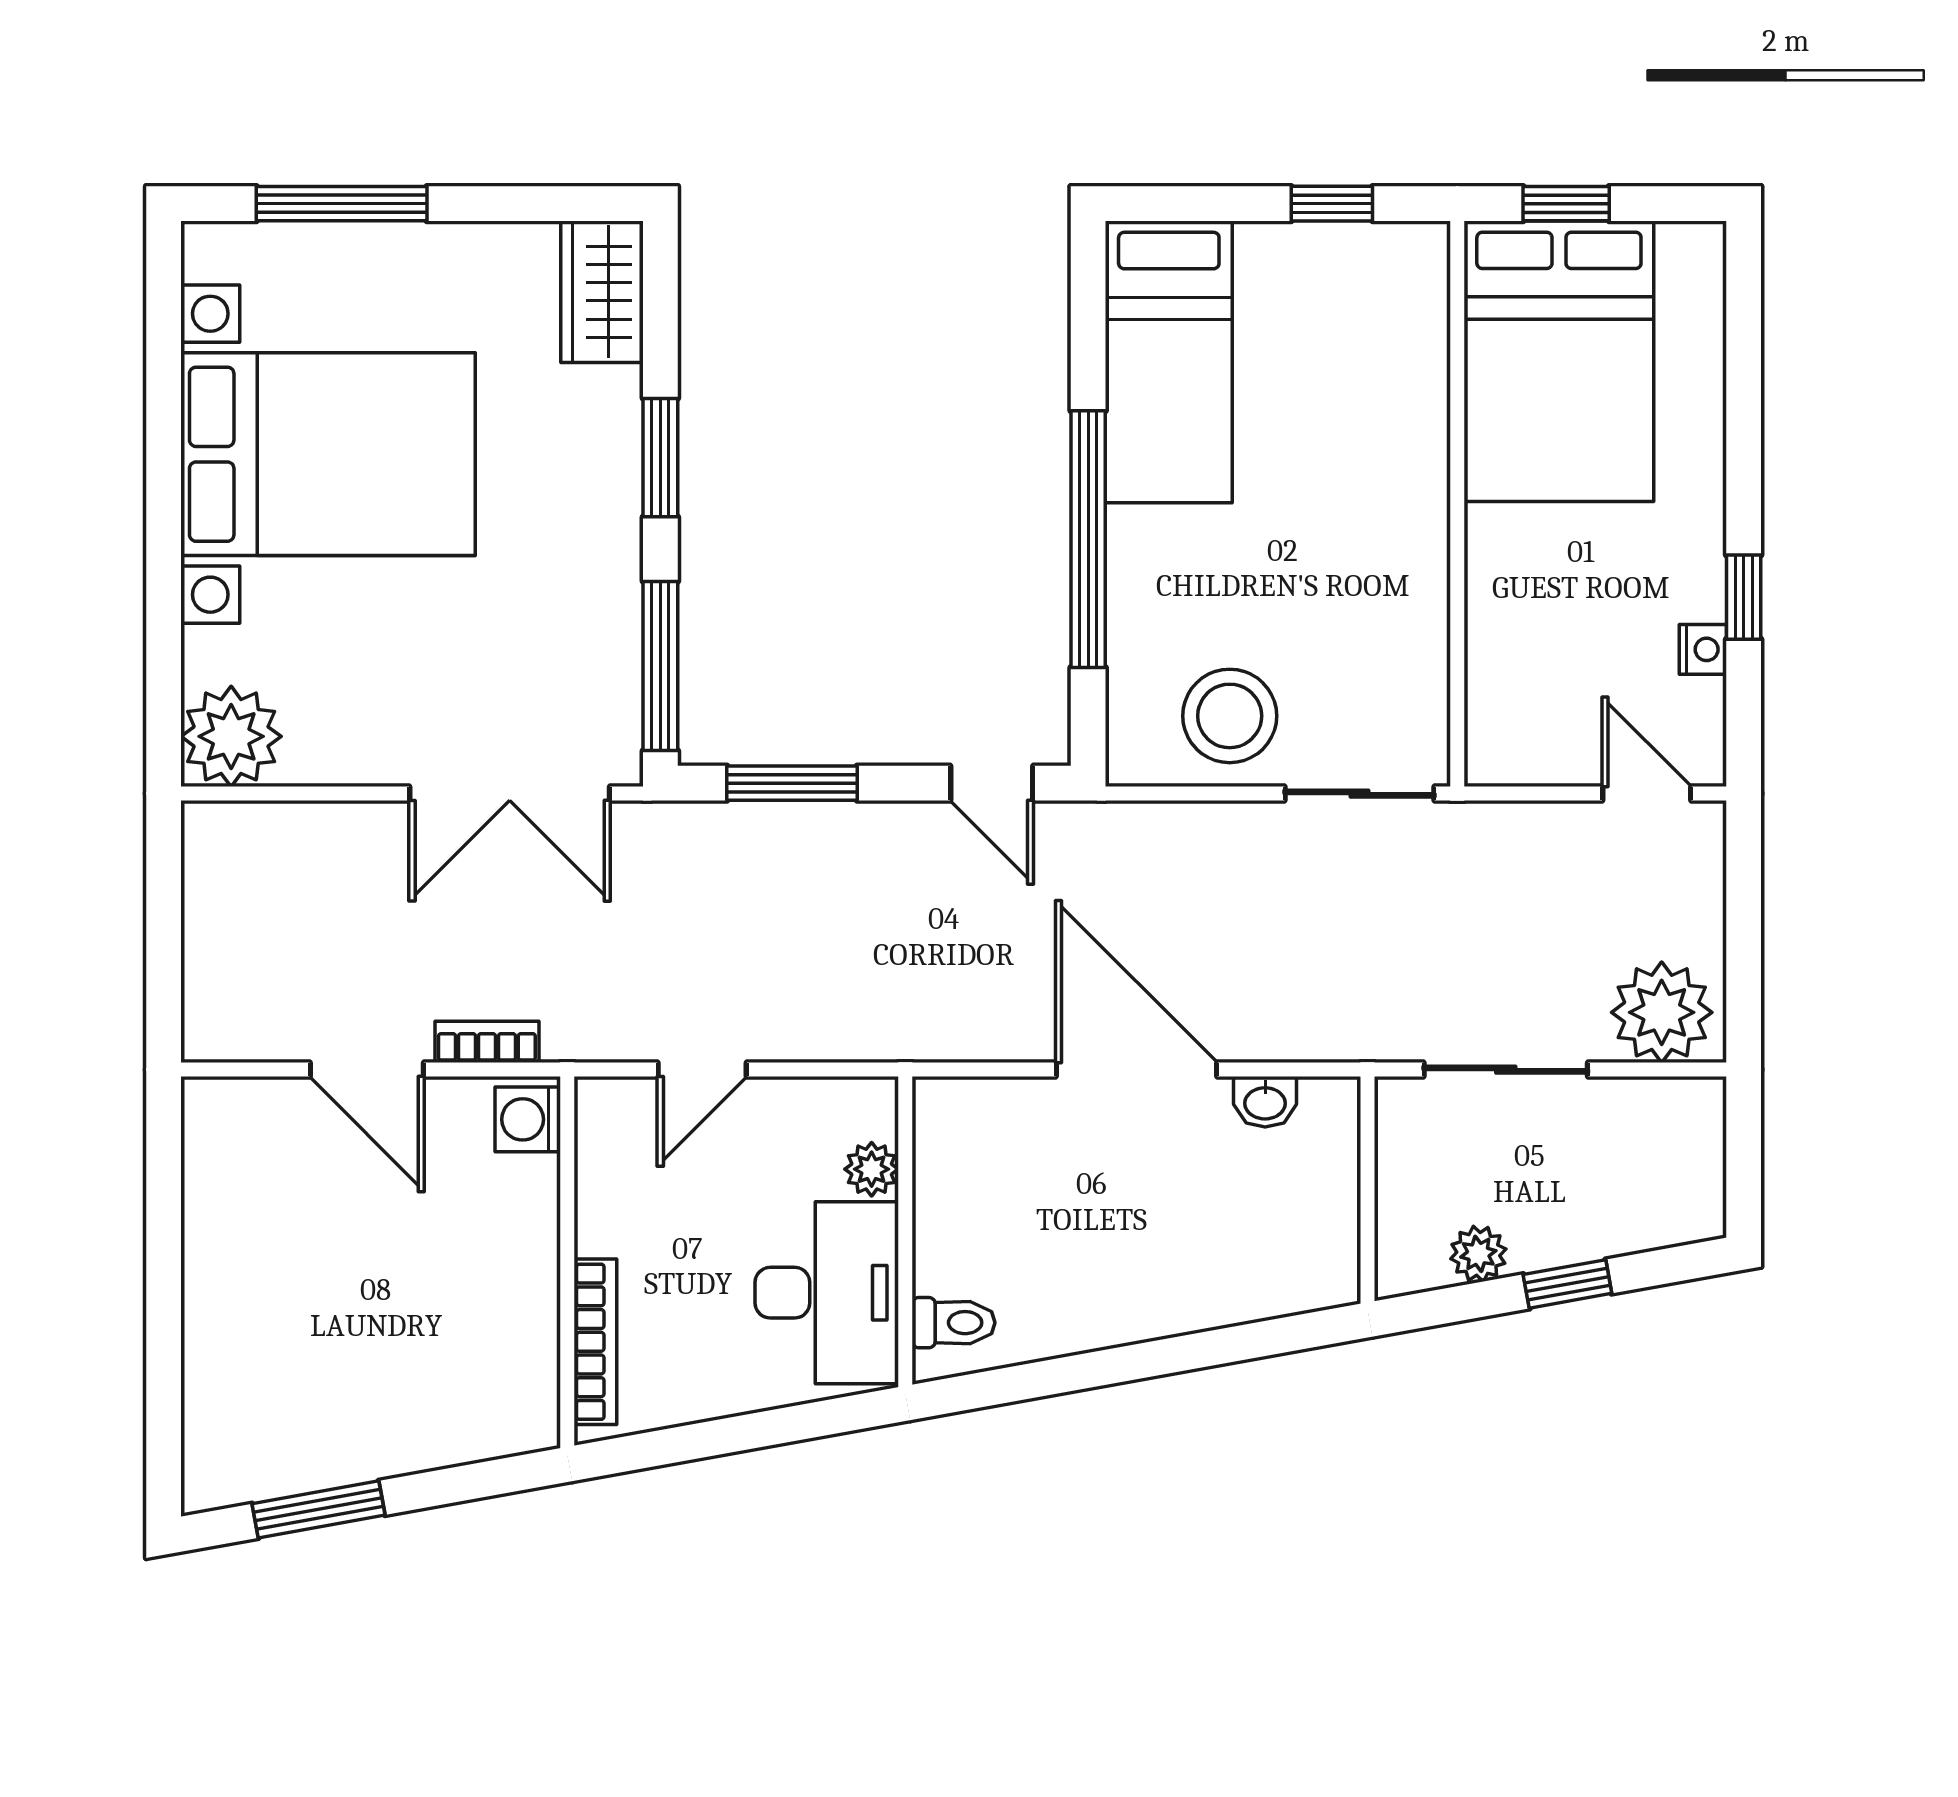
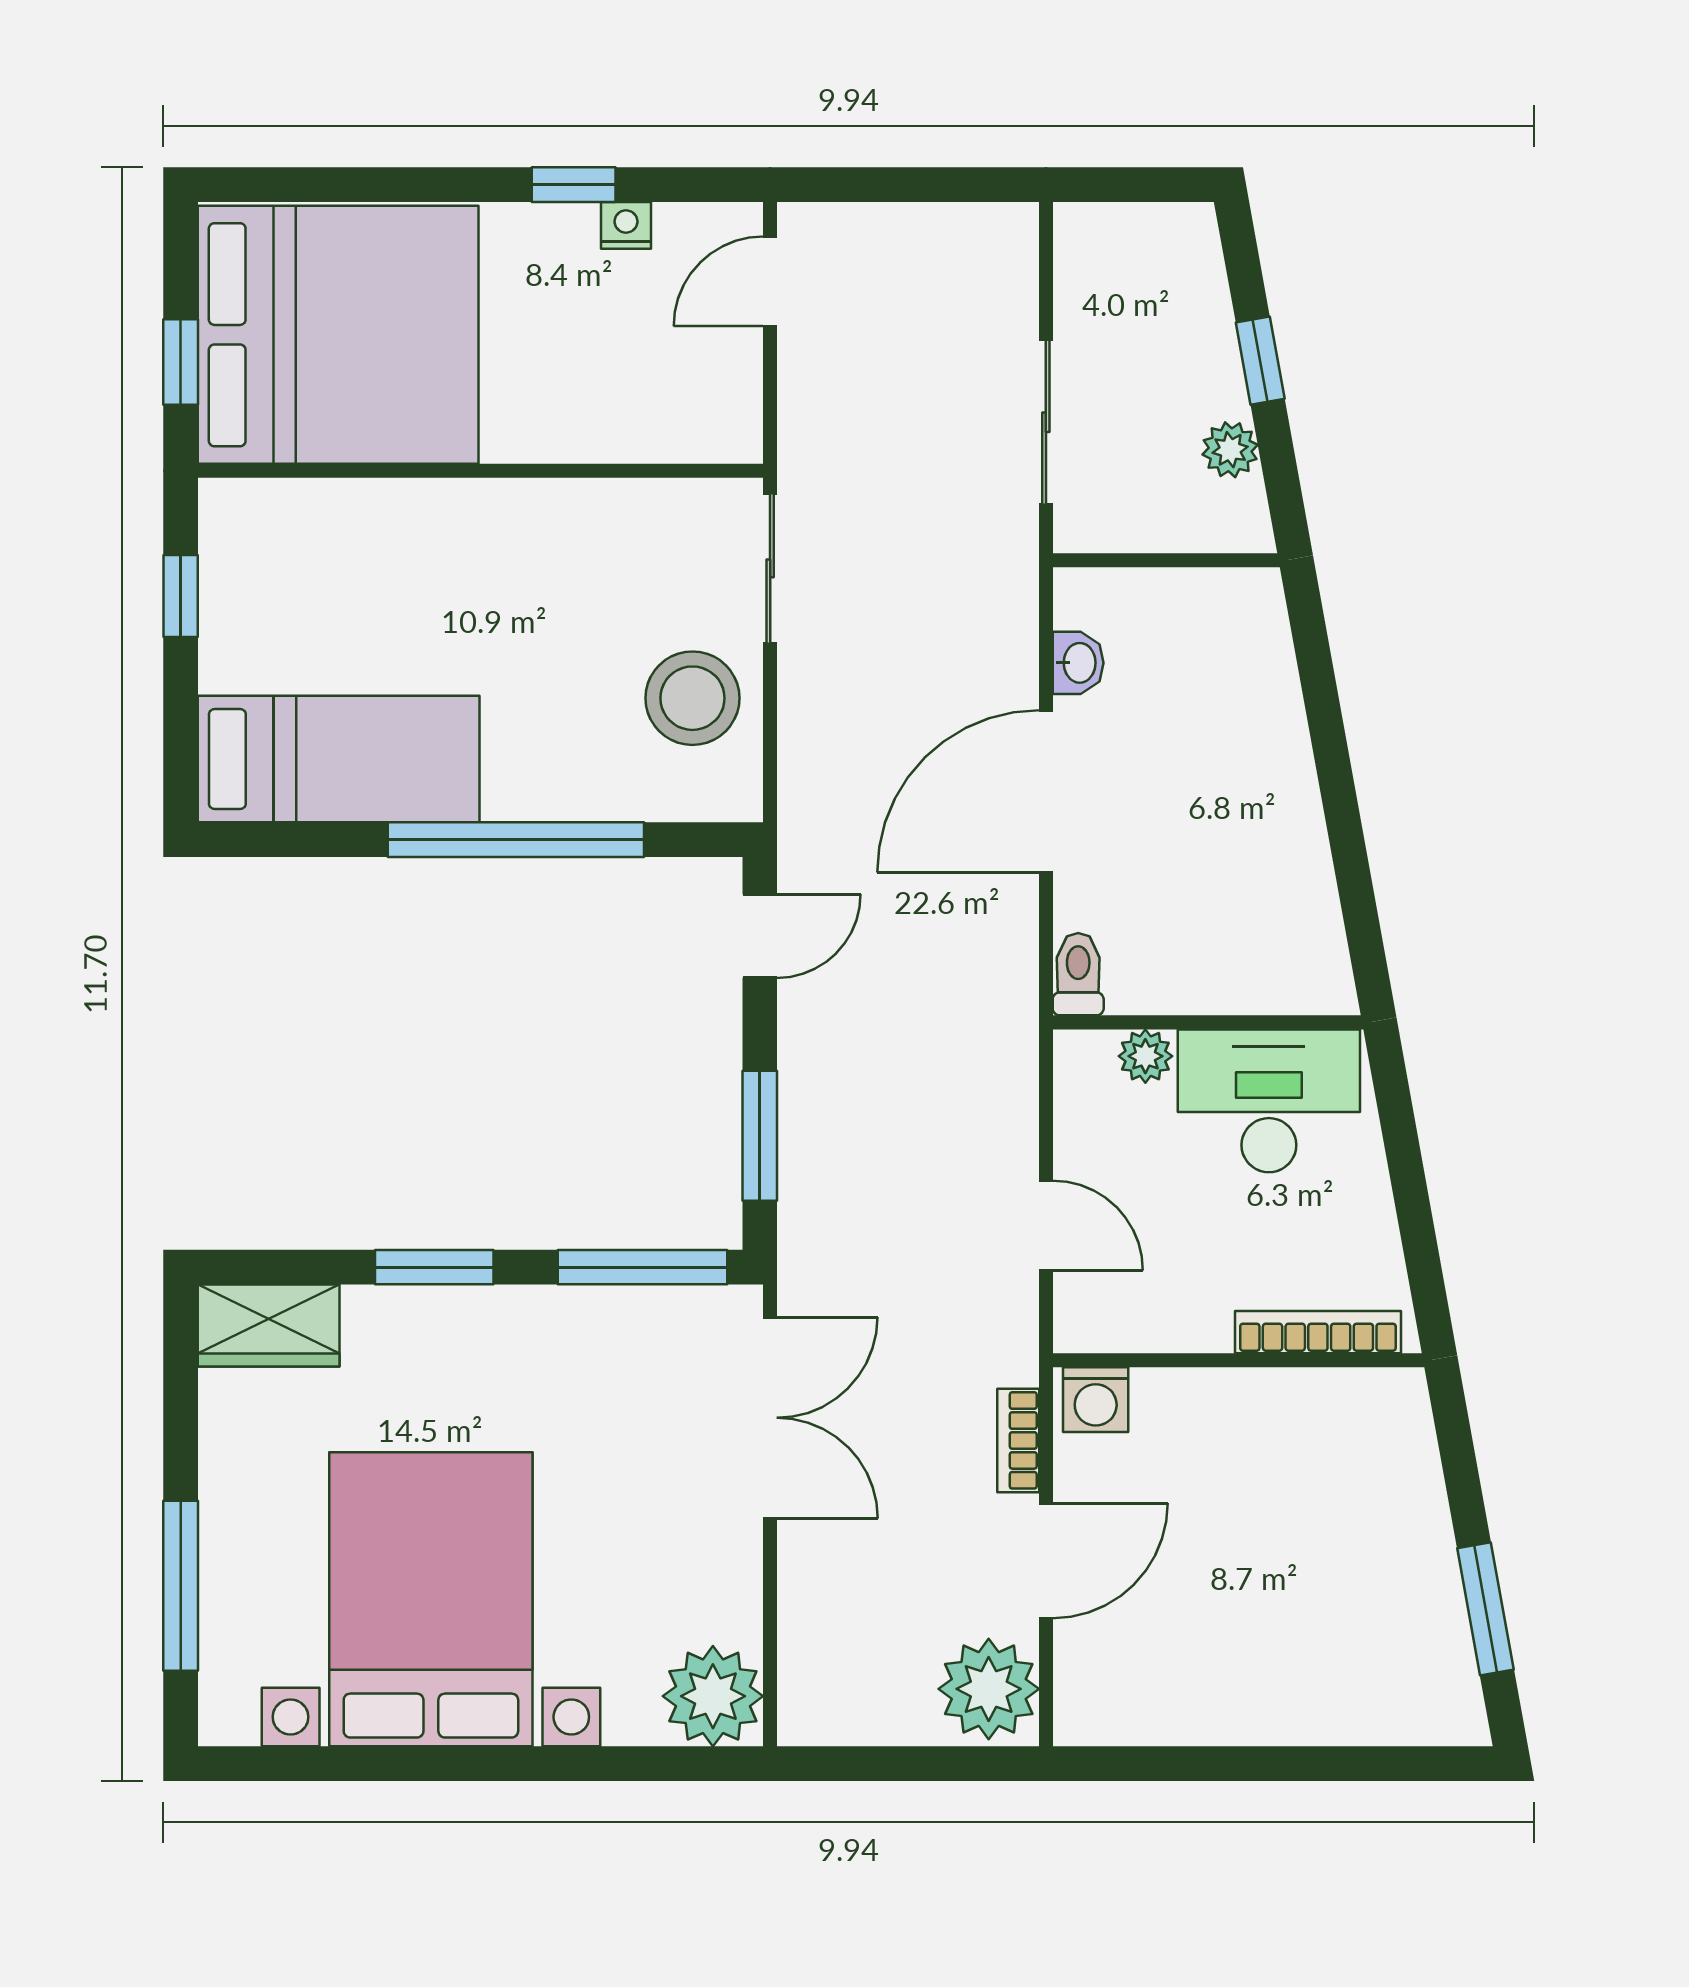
bed: (1559, 361) -> (338, 335), width x1.36
plant: (1662, 1012) -> (989, 1689), moved
toilet: (954, 1323) -> (1078, 974), moved

